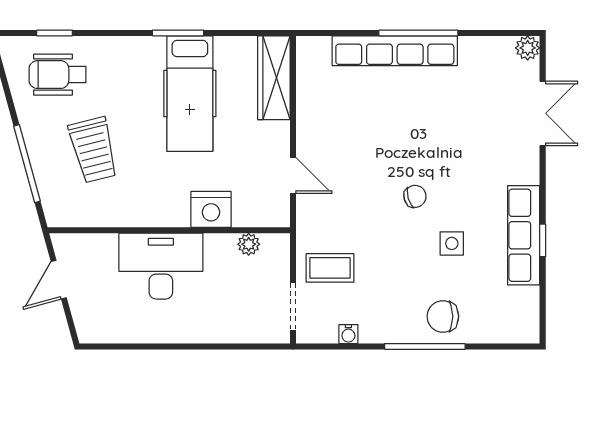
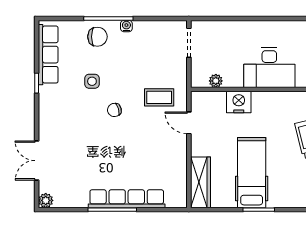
row of seats: (524, 235) -> (48, 55), moved
coffee table: (330, 268) -> (159, 97), moved
water cooler: (348, 334) -> (126, 26), moved

